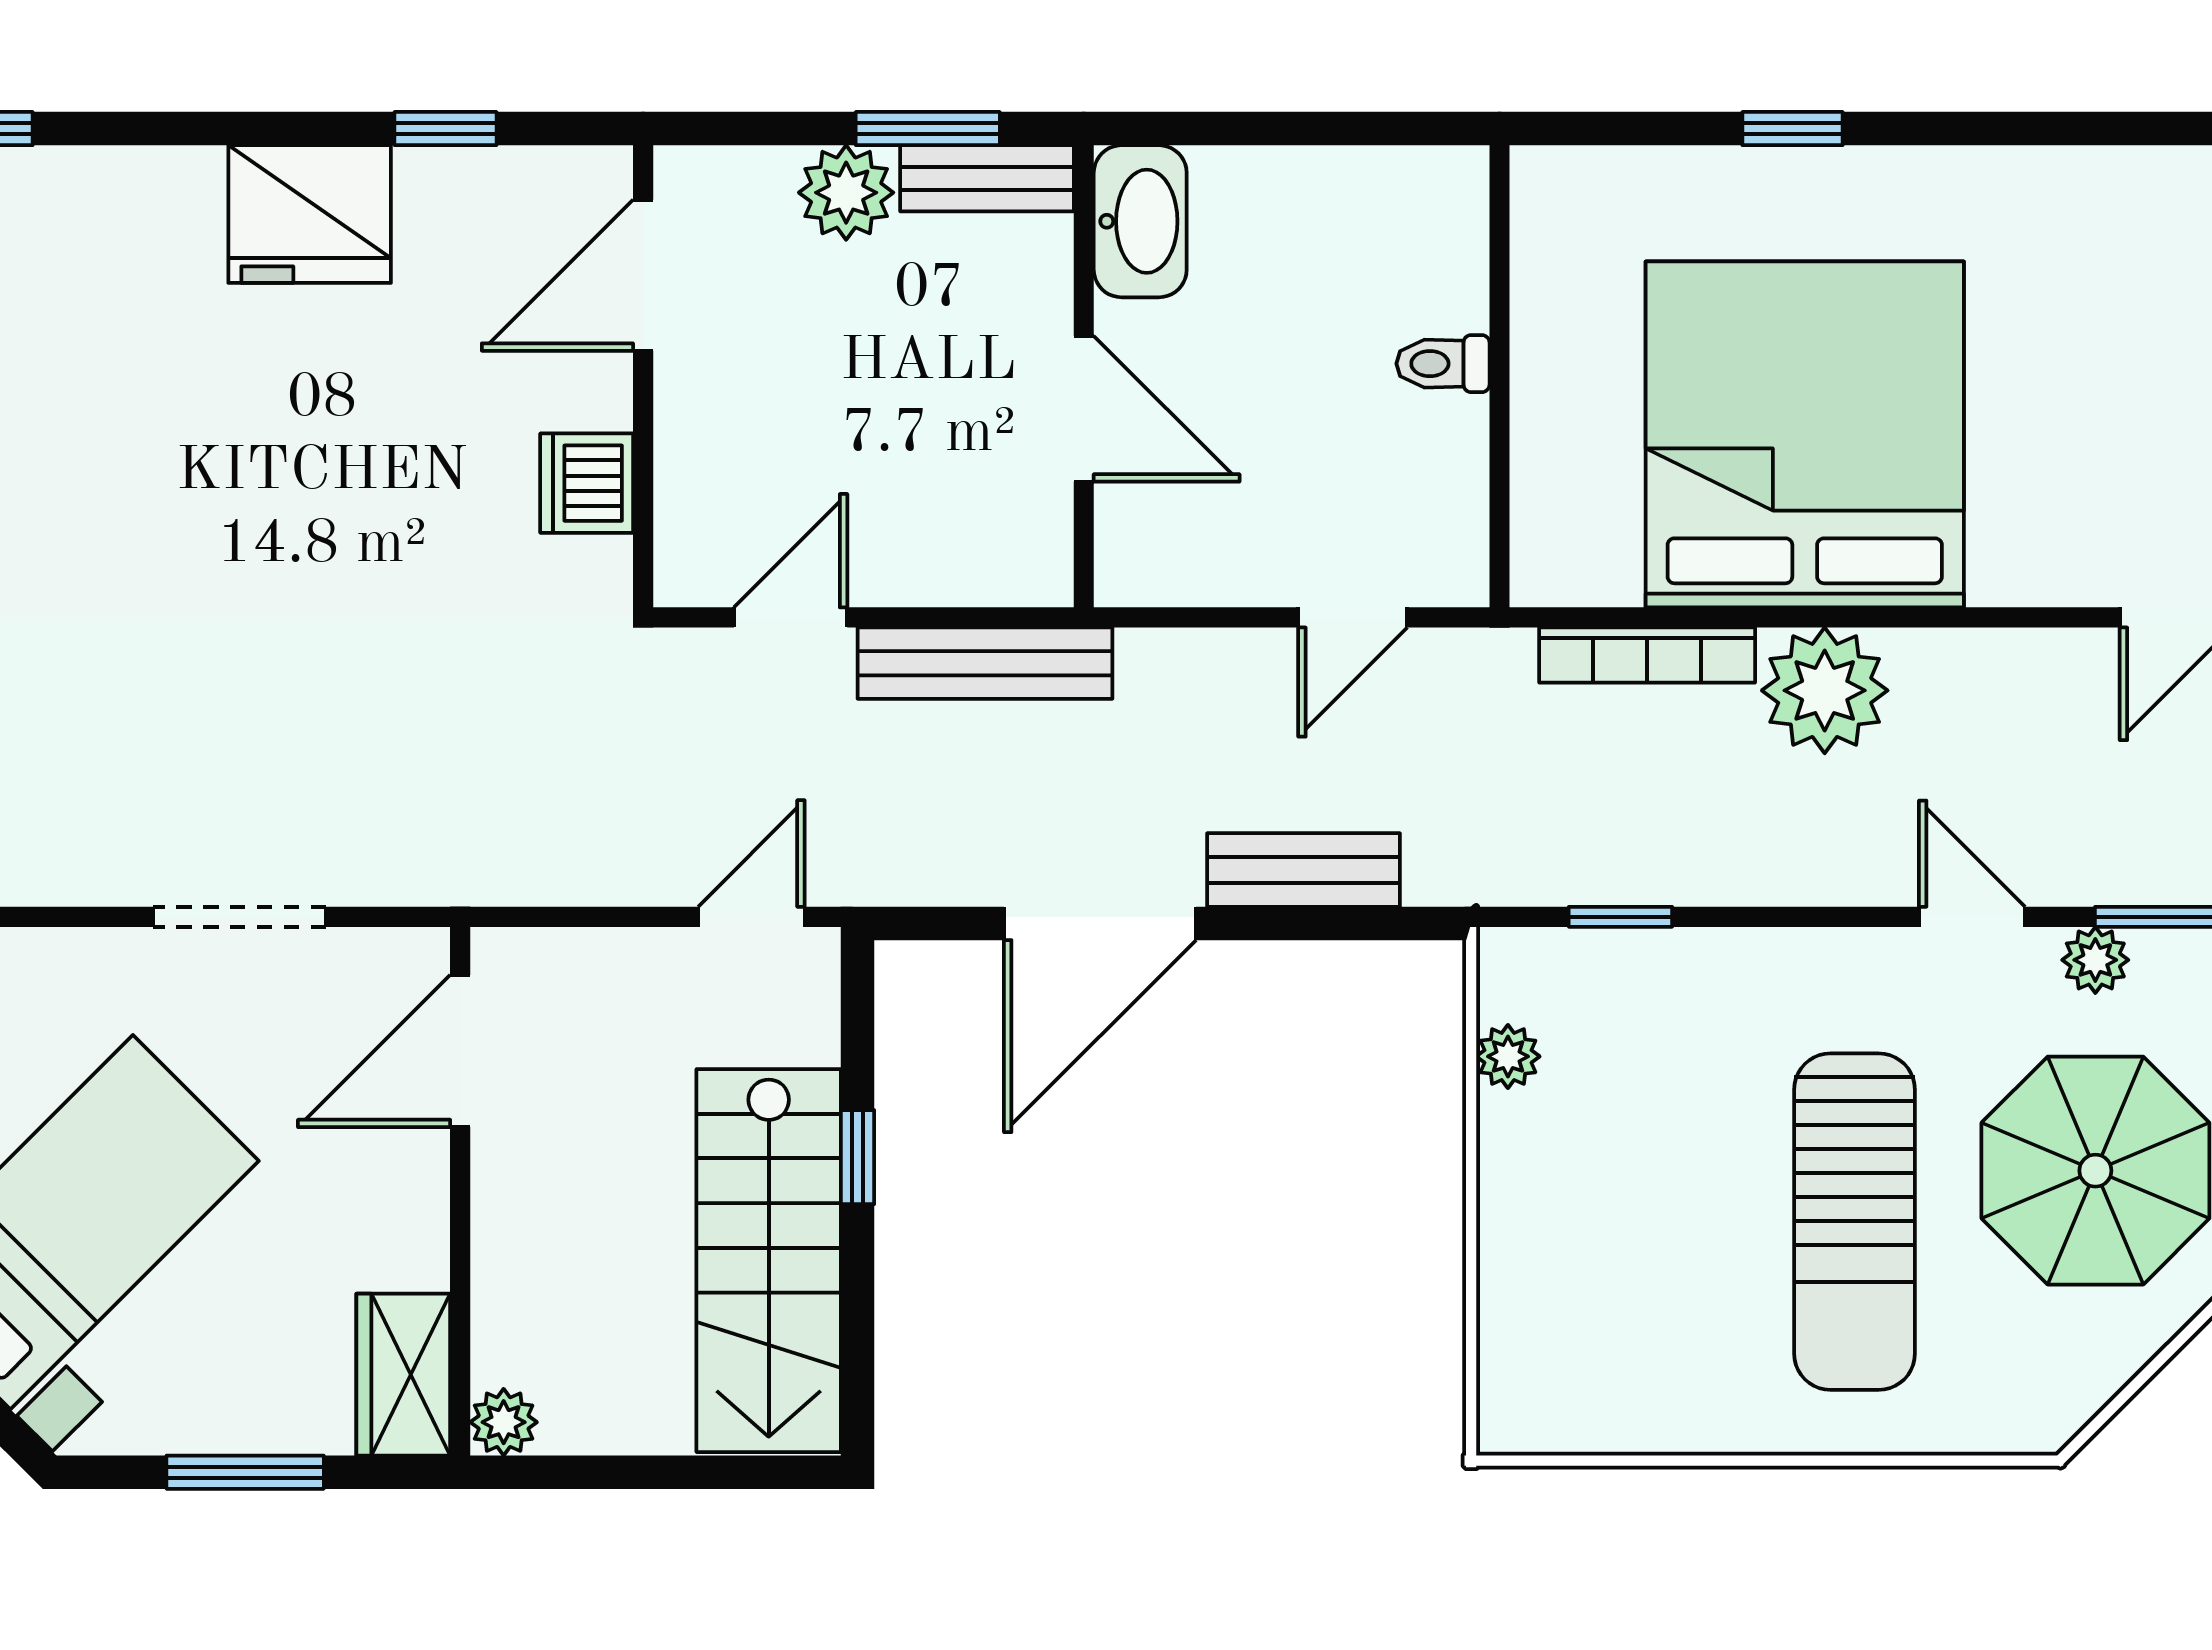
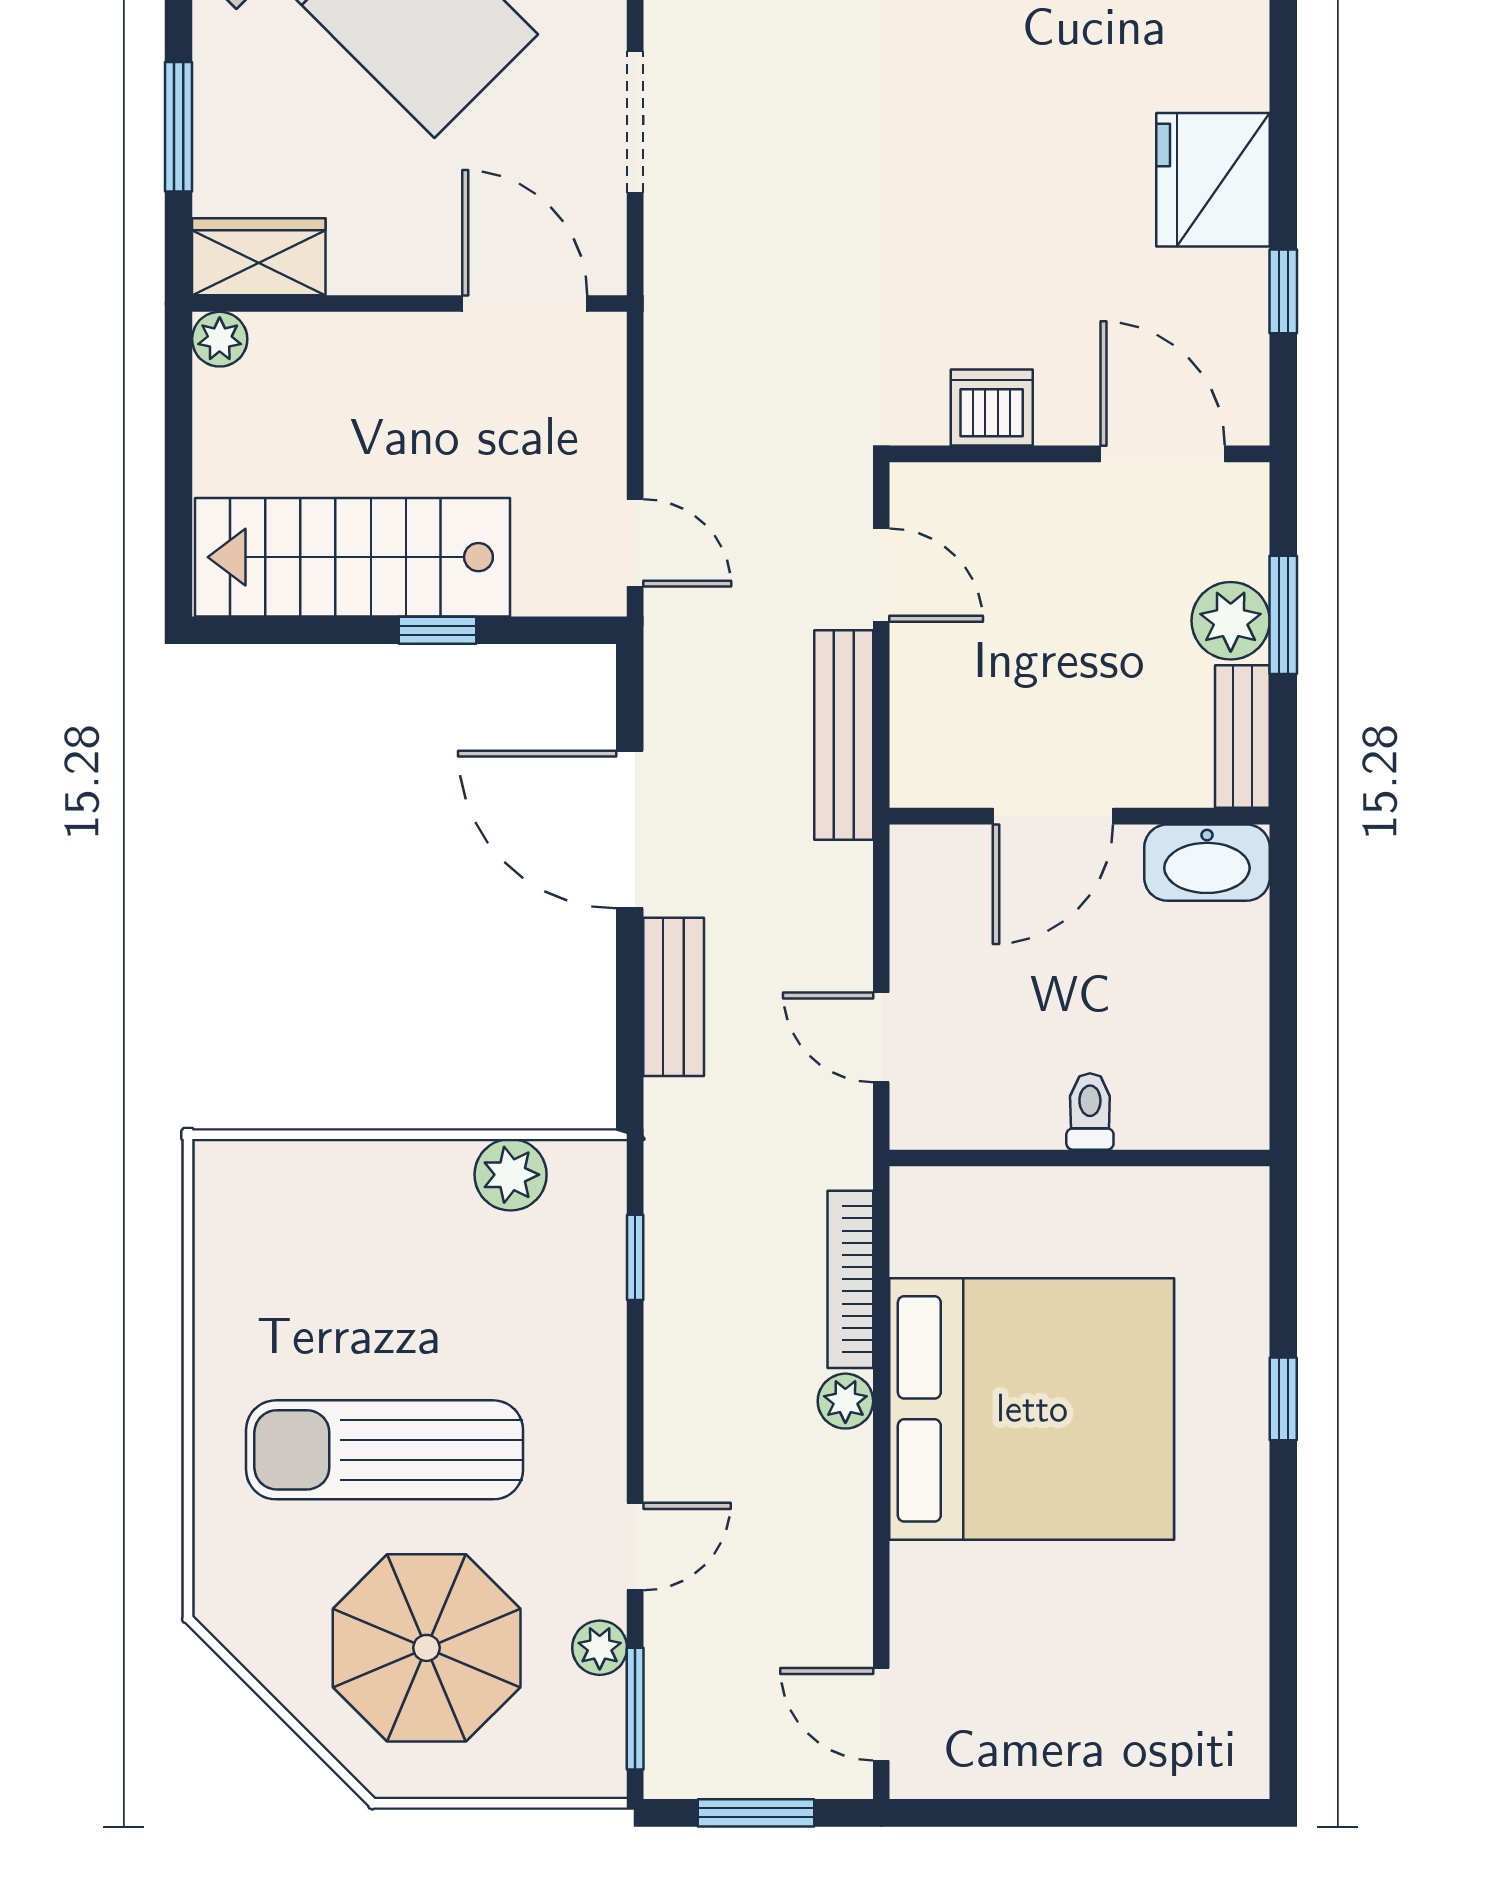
window: (928, 129) -> (1283, 615), moved
plant: (1825, 690) -> (845, 1401), width x0.53, depth x0.53
plant: (1508, 1056) -> (511, 1175), width x1.38, depth x1.38

